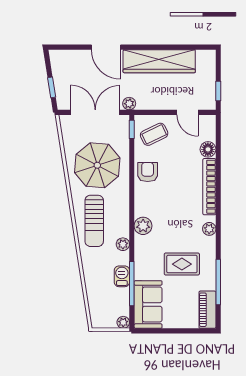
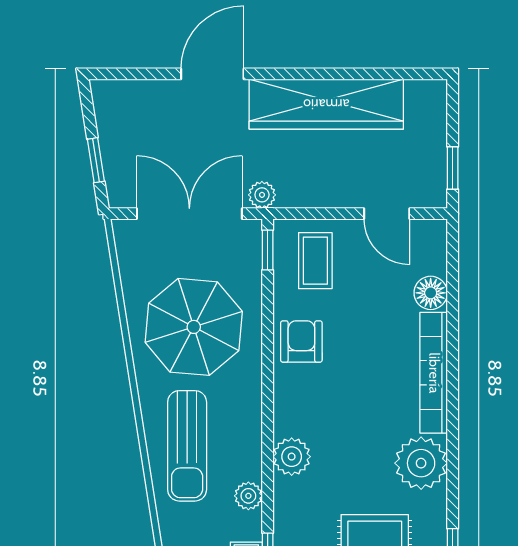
door: (106, 47) -> (212, 74), swing flipped
coffee table: (154, 134) -> (315, 261), turned -64
plant: (209, 229) -> (421, 463), width x1.88, depth x1.88

